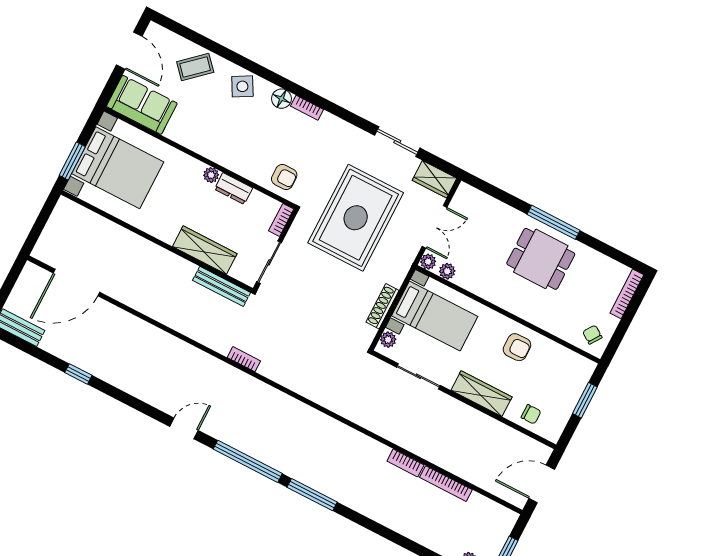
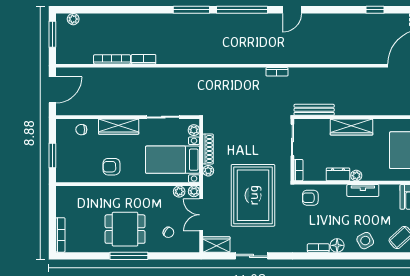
tv unit: (213, 152) -> (363, 190), added
wardrobe: (205, 250) -> (352, 127), moved
plant: (396, 279) -> (208, 171), added
chair: (592, 335) -> (168, 232), moved

